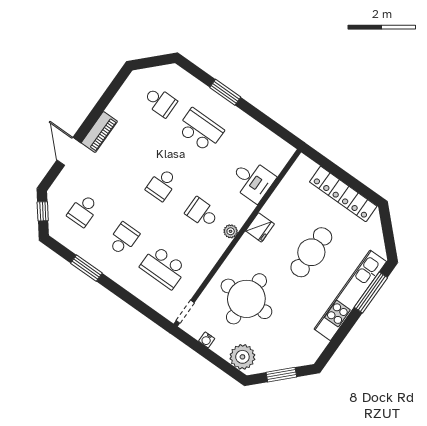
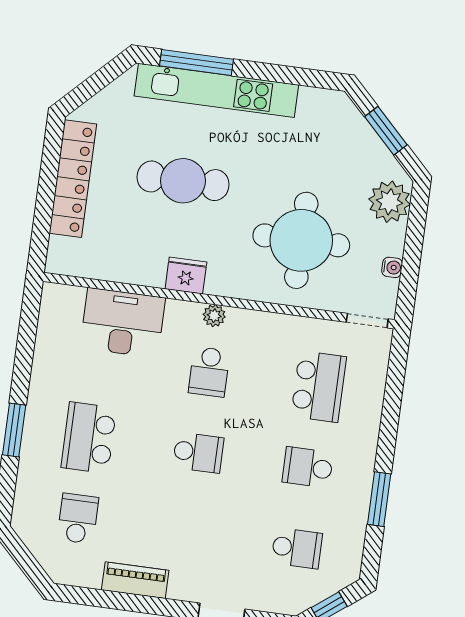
piano: (99, 132) -> (135, 580), moved
desk: (252, 180) -> (123, 323), width x1.37

